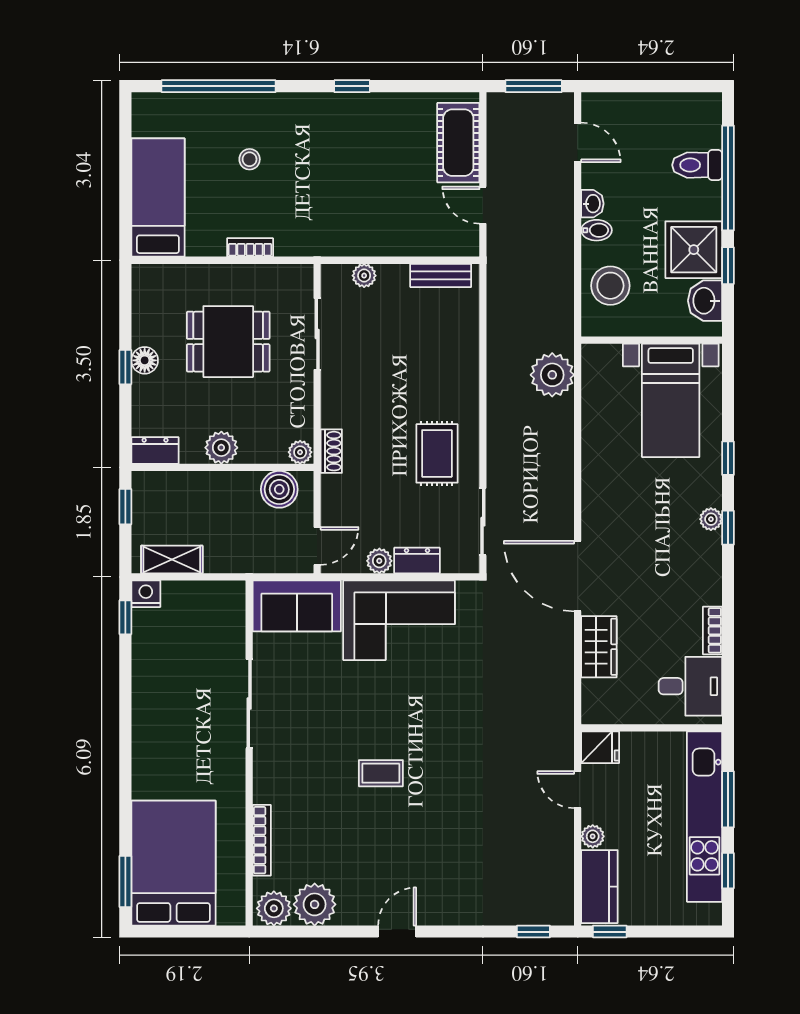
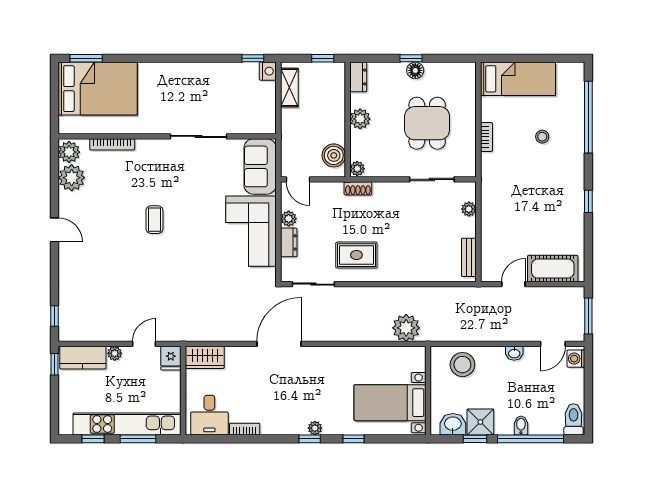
washing machine: (601, 106) -> (576, 359), added
toilet: (697, 165) -> (574, 419), moved
bidet: (596, 230) -> (521, 425), moved, turned 180
shower: (694, 250) -> (480, 422), width x0.73, depth x0.73
wardrobe: (599, 647) -> (205, 357), moved

